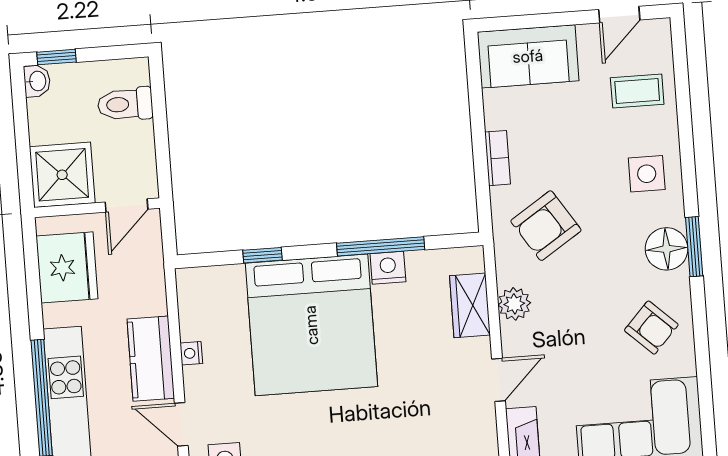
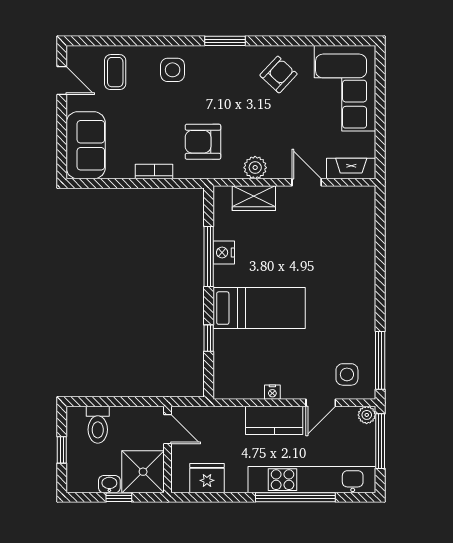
window: (56, 57) -> (62, 450), moved
washbasin: (37, 81) -> (109, 484), moved
window: (22, 143) -> (119, 497), added
armchair: (546, 226) -> (203, 142), turned 123
floor lamp: (666, 249) -> (225, 60), removed
fridge: (67, 267) -> (207, 478), width x0.73, depth x0.75
bed: (311, 325) -> (259, 308), width x0.49

